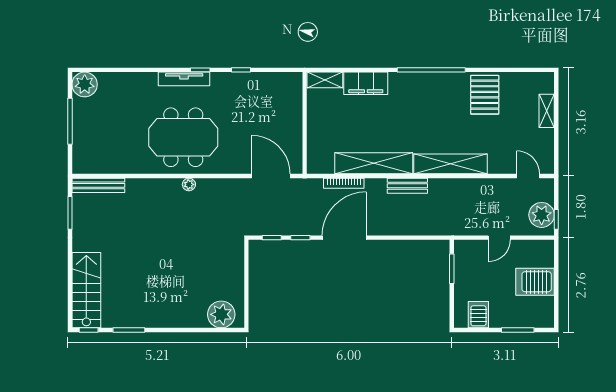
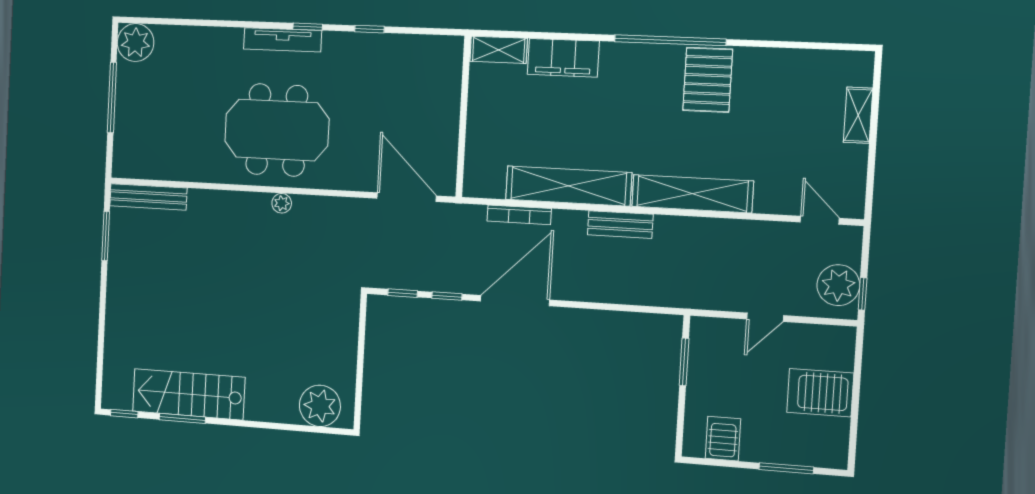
pallet: (485, 95) -> (708, 80), moved
stairs: (86, 290) -> (189, 394), moved, turned -90

